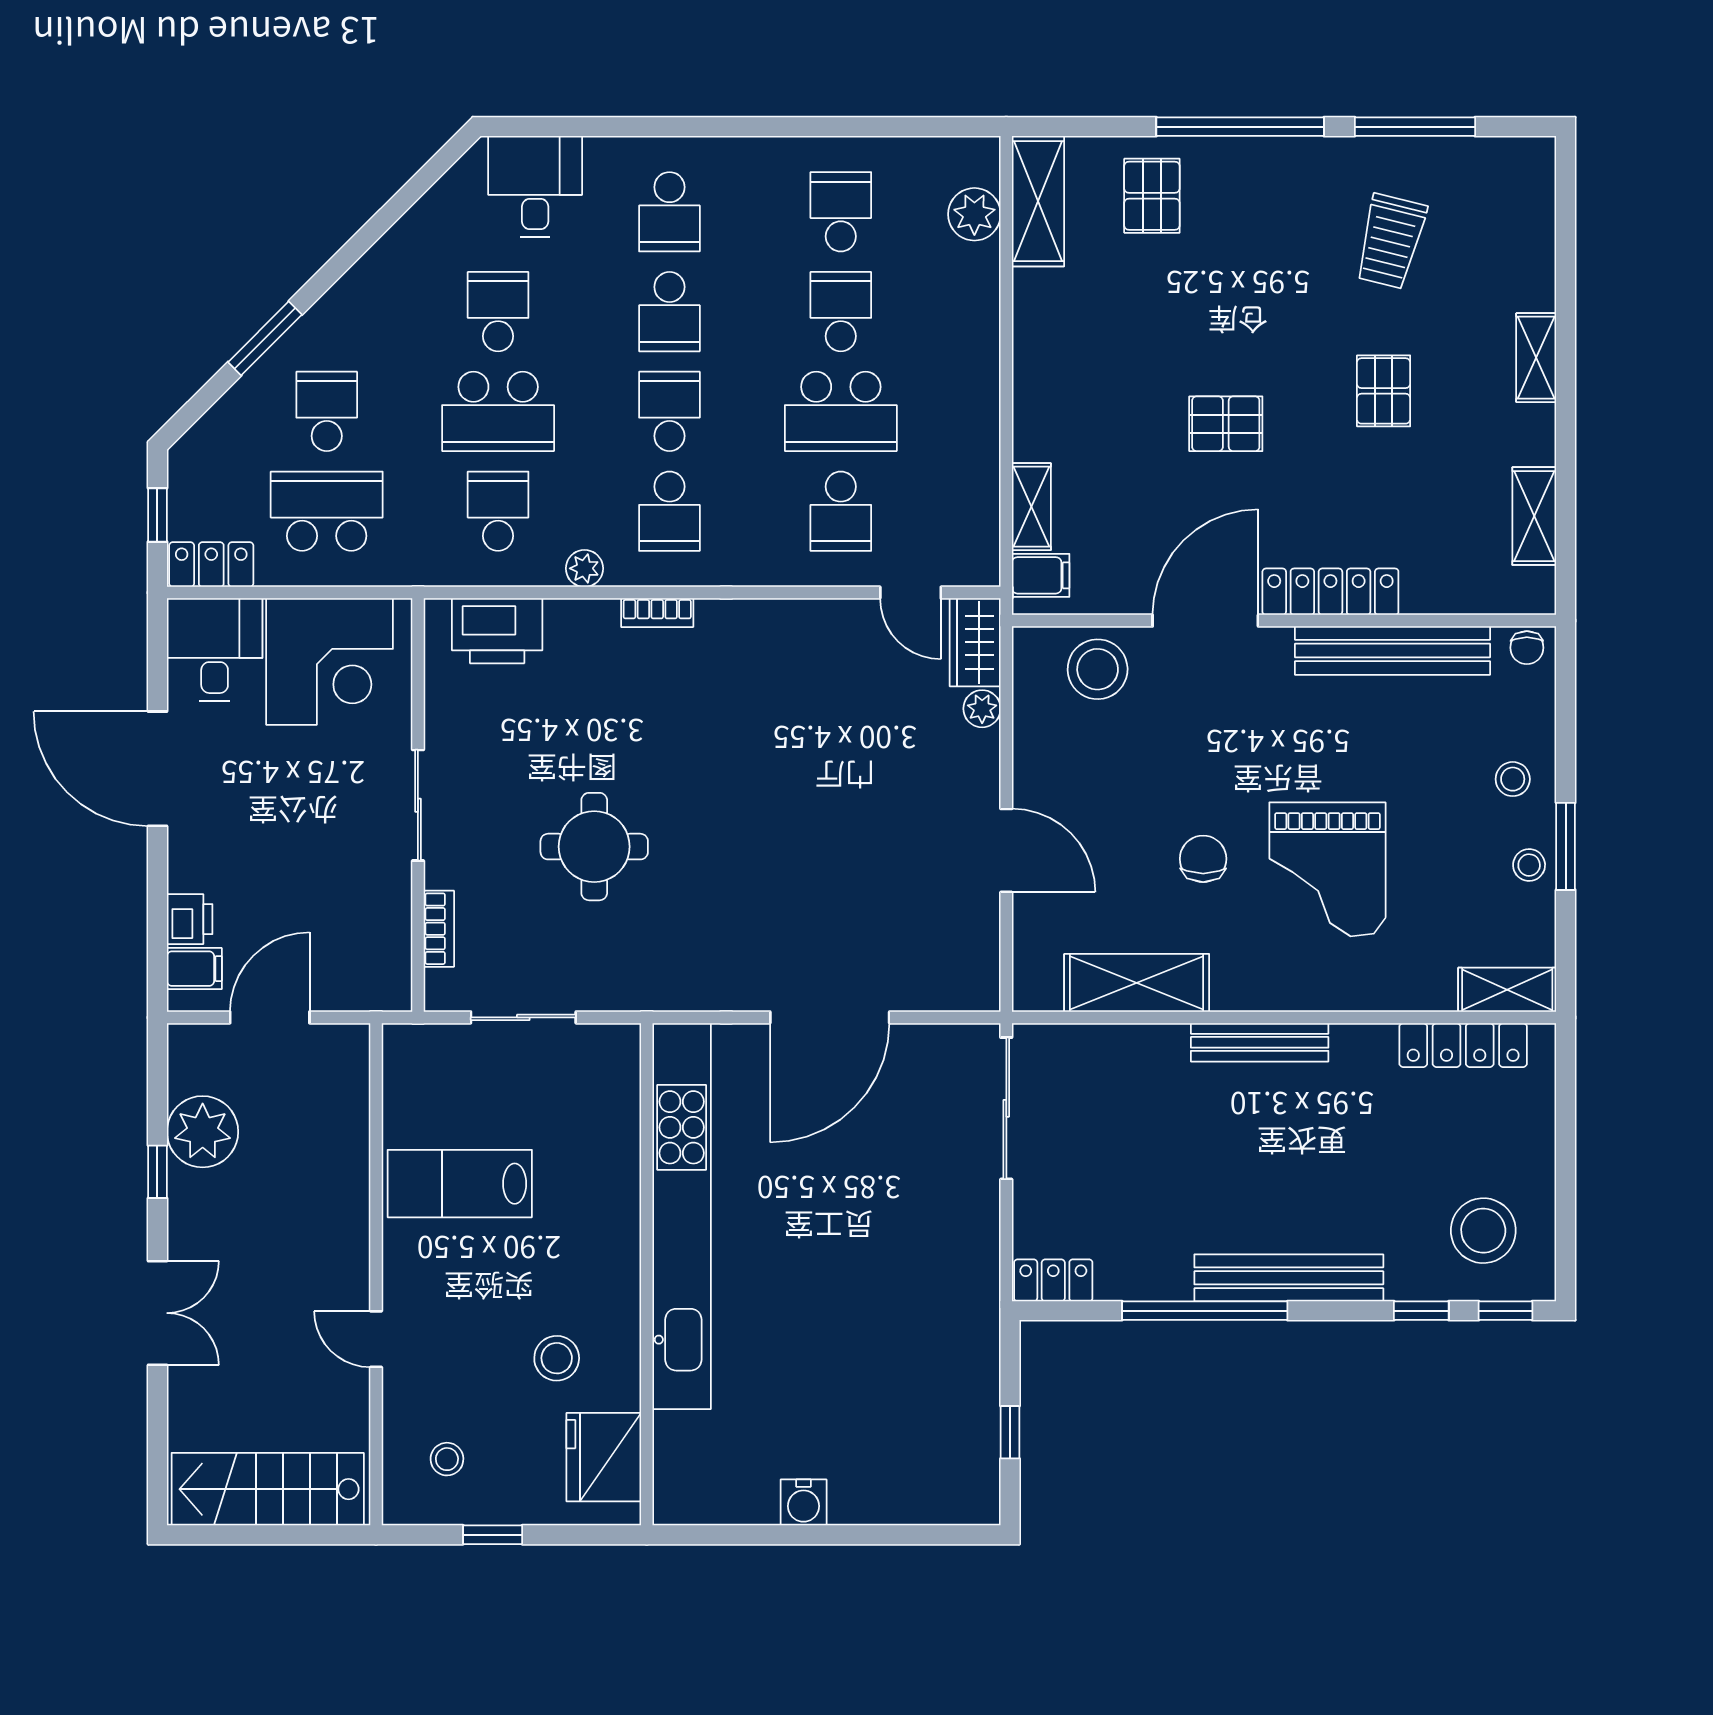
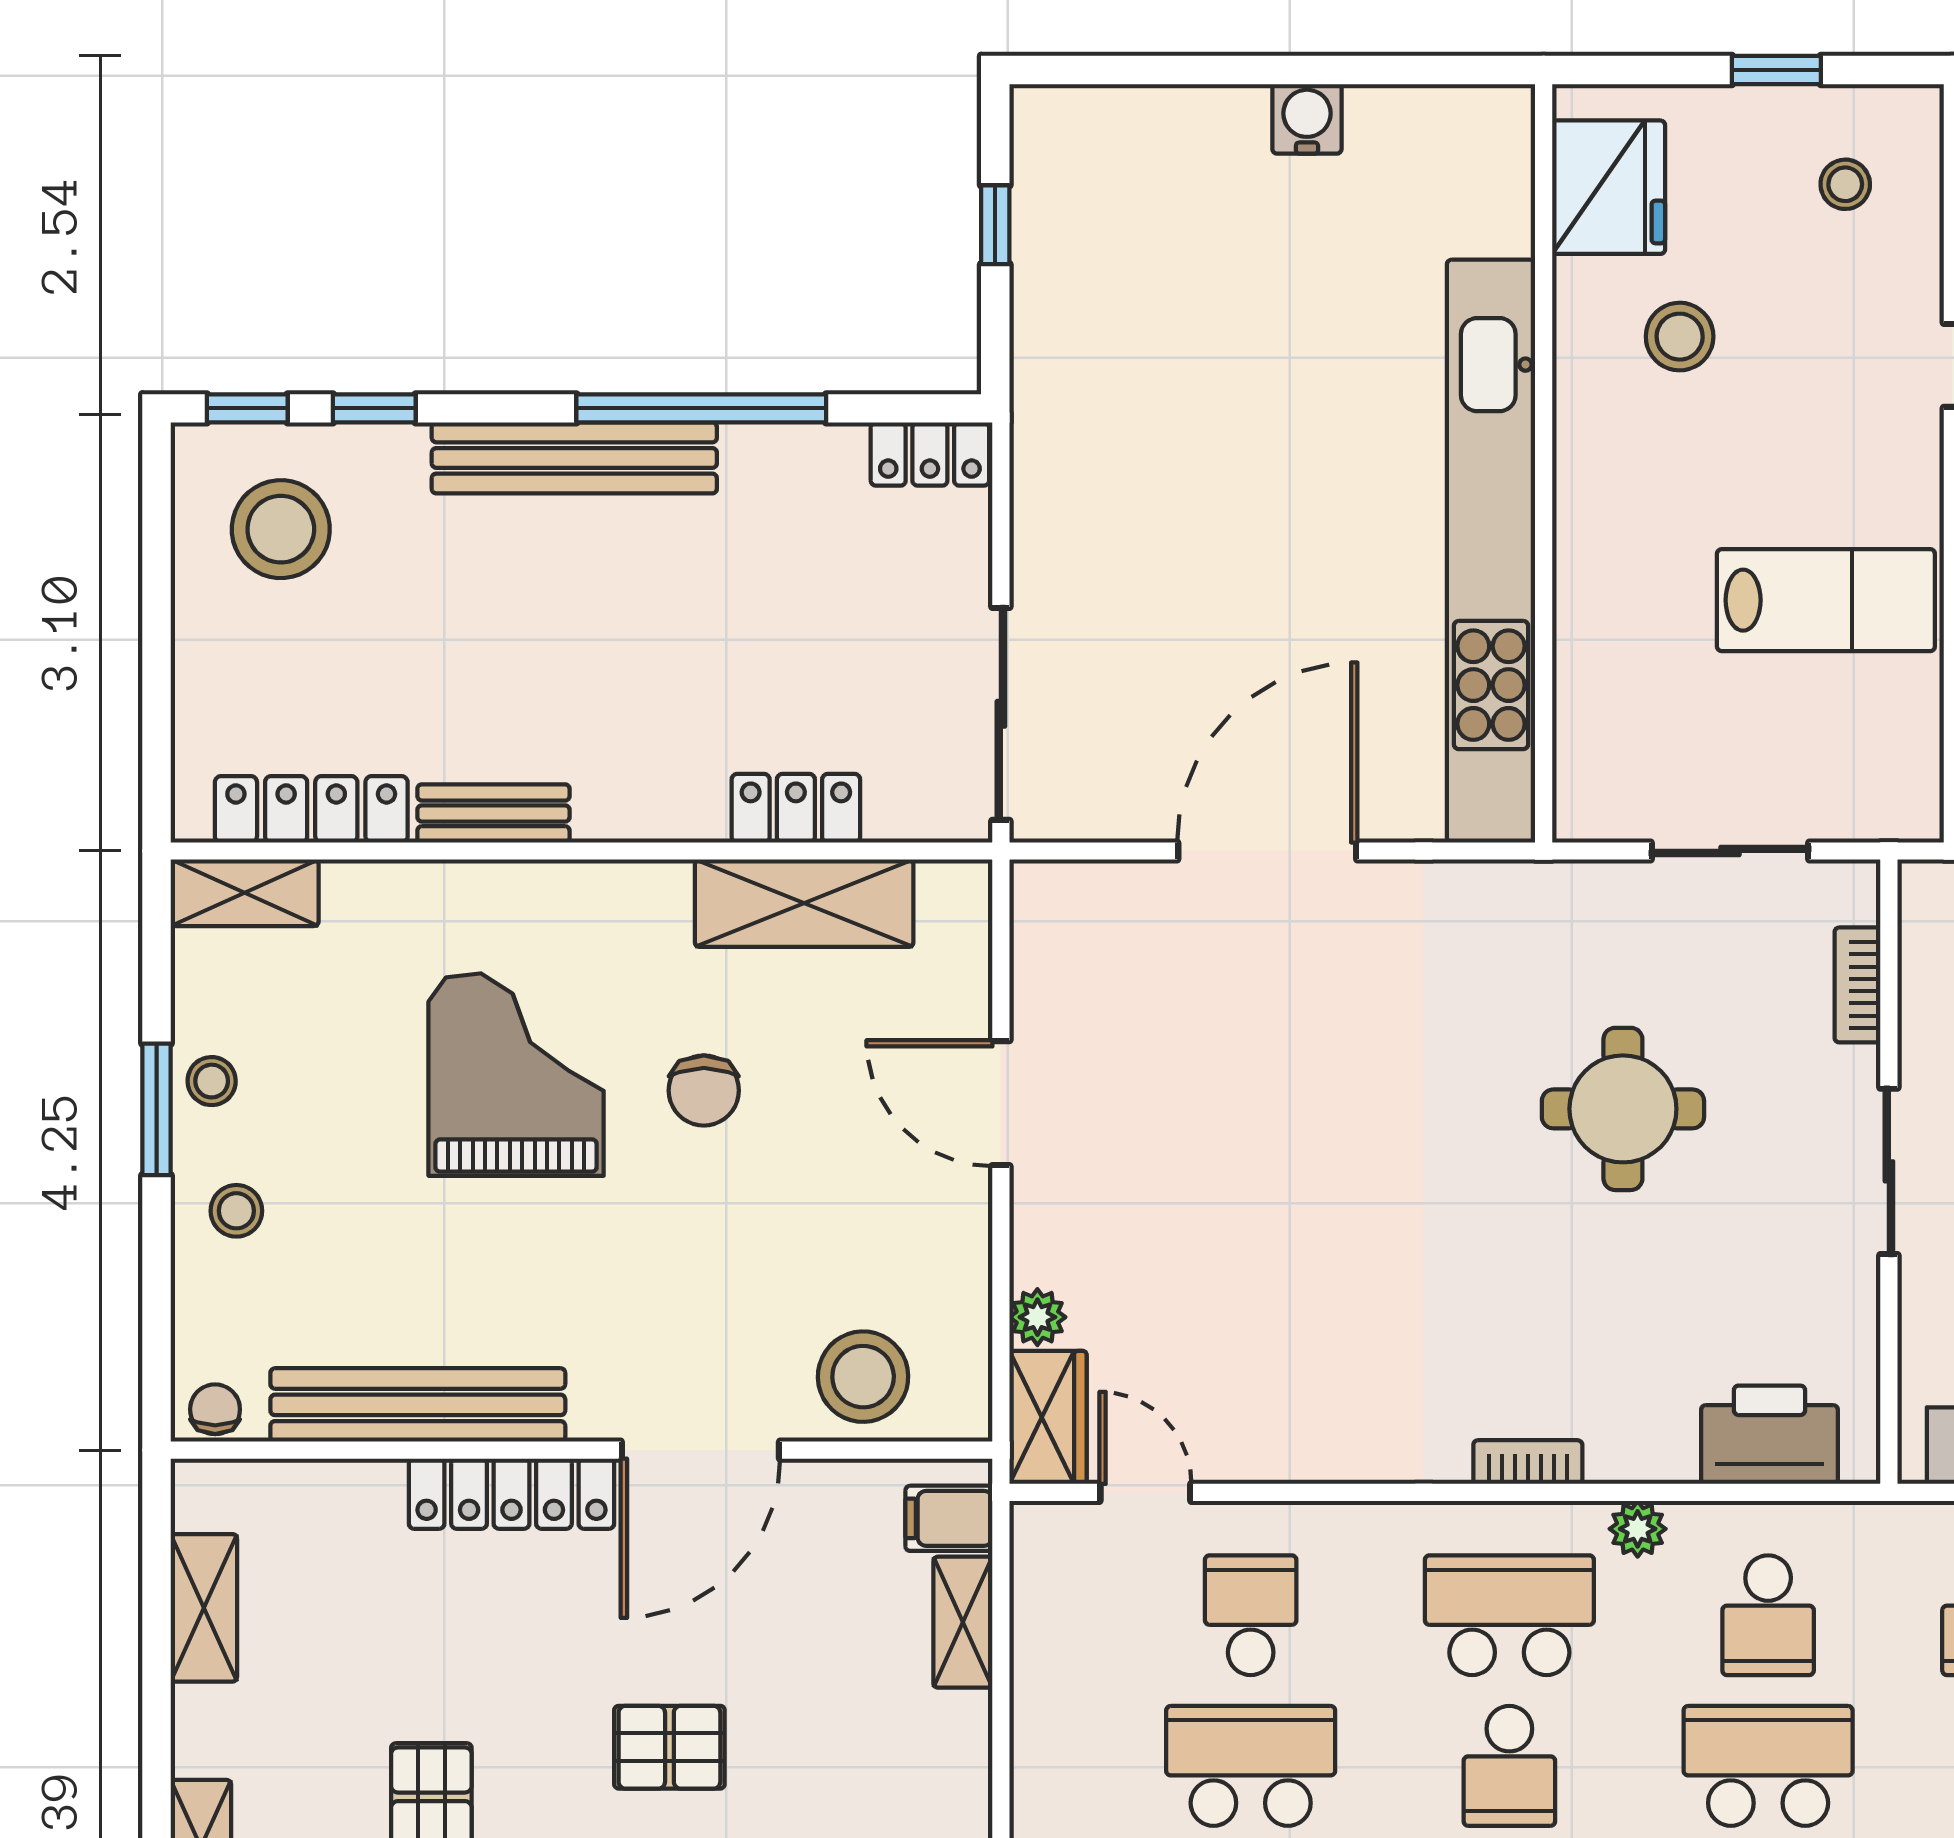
school desk: (669, 511) -> (1509, 1615), width x1.85
bench: (1260, 1042) -> (493, 813), moved, width x0.73
locker: (1142, 1046) -> (796, 808), added

